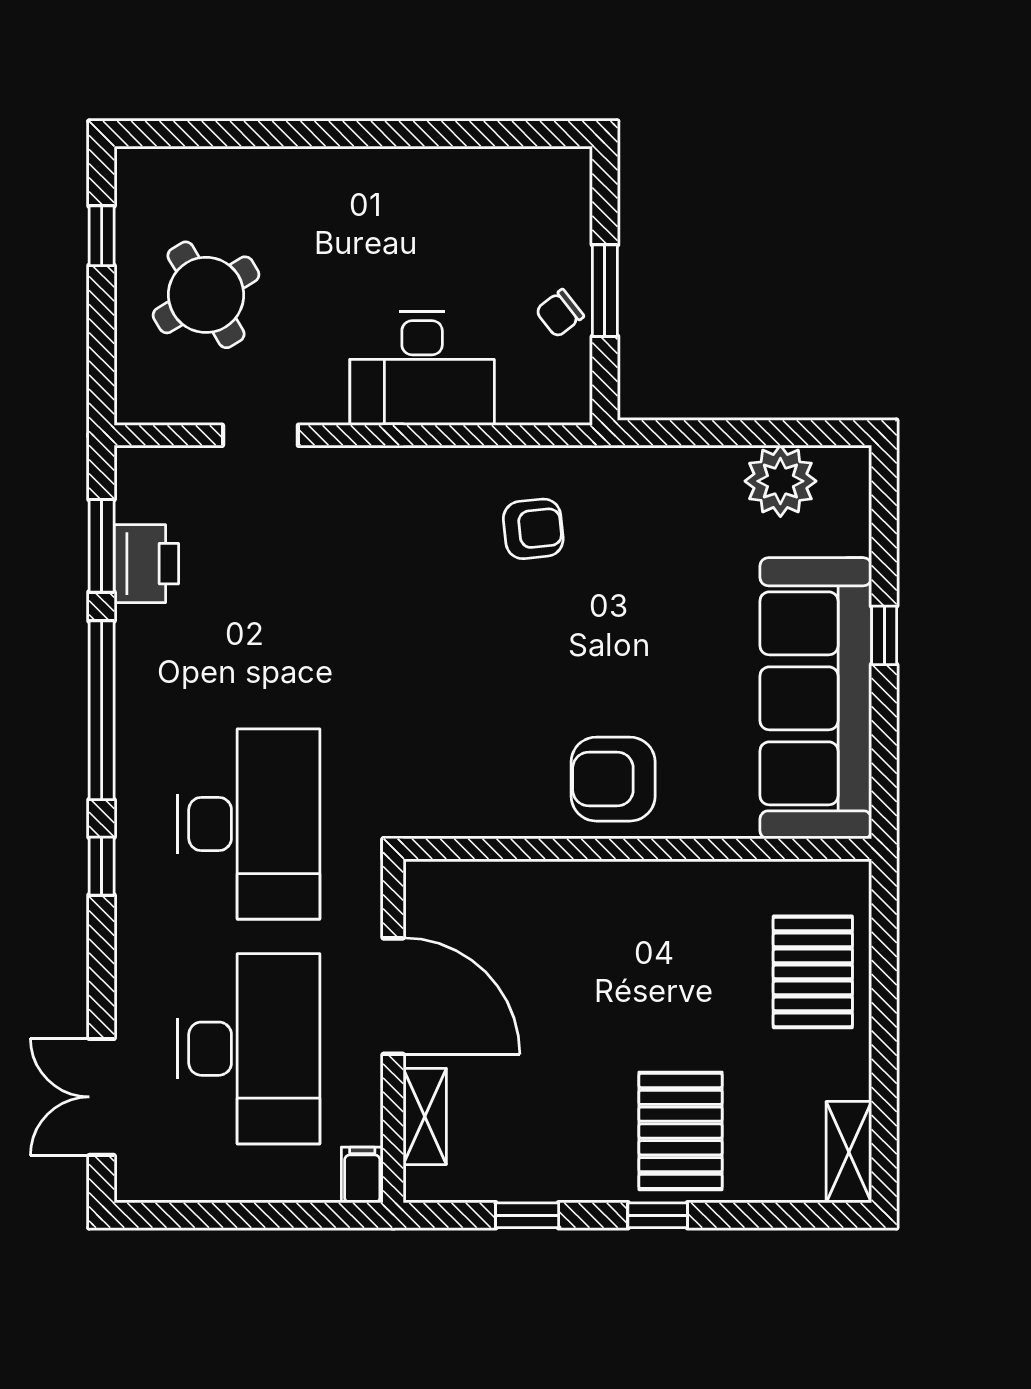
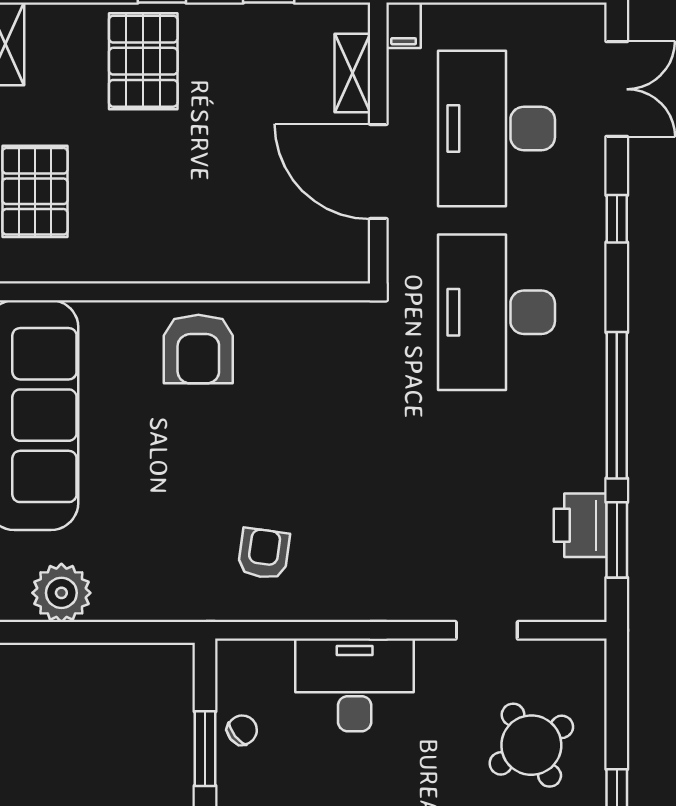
armchair: (533, 529) -> (264, 554), turned 104
armchair: (613, 779) -> (198, 349), turned 90
window: (102, 866) -> (617, 219), moved

